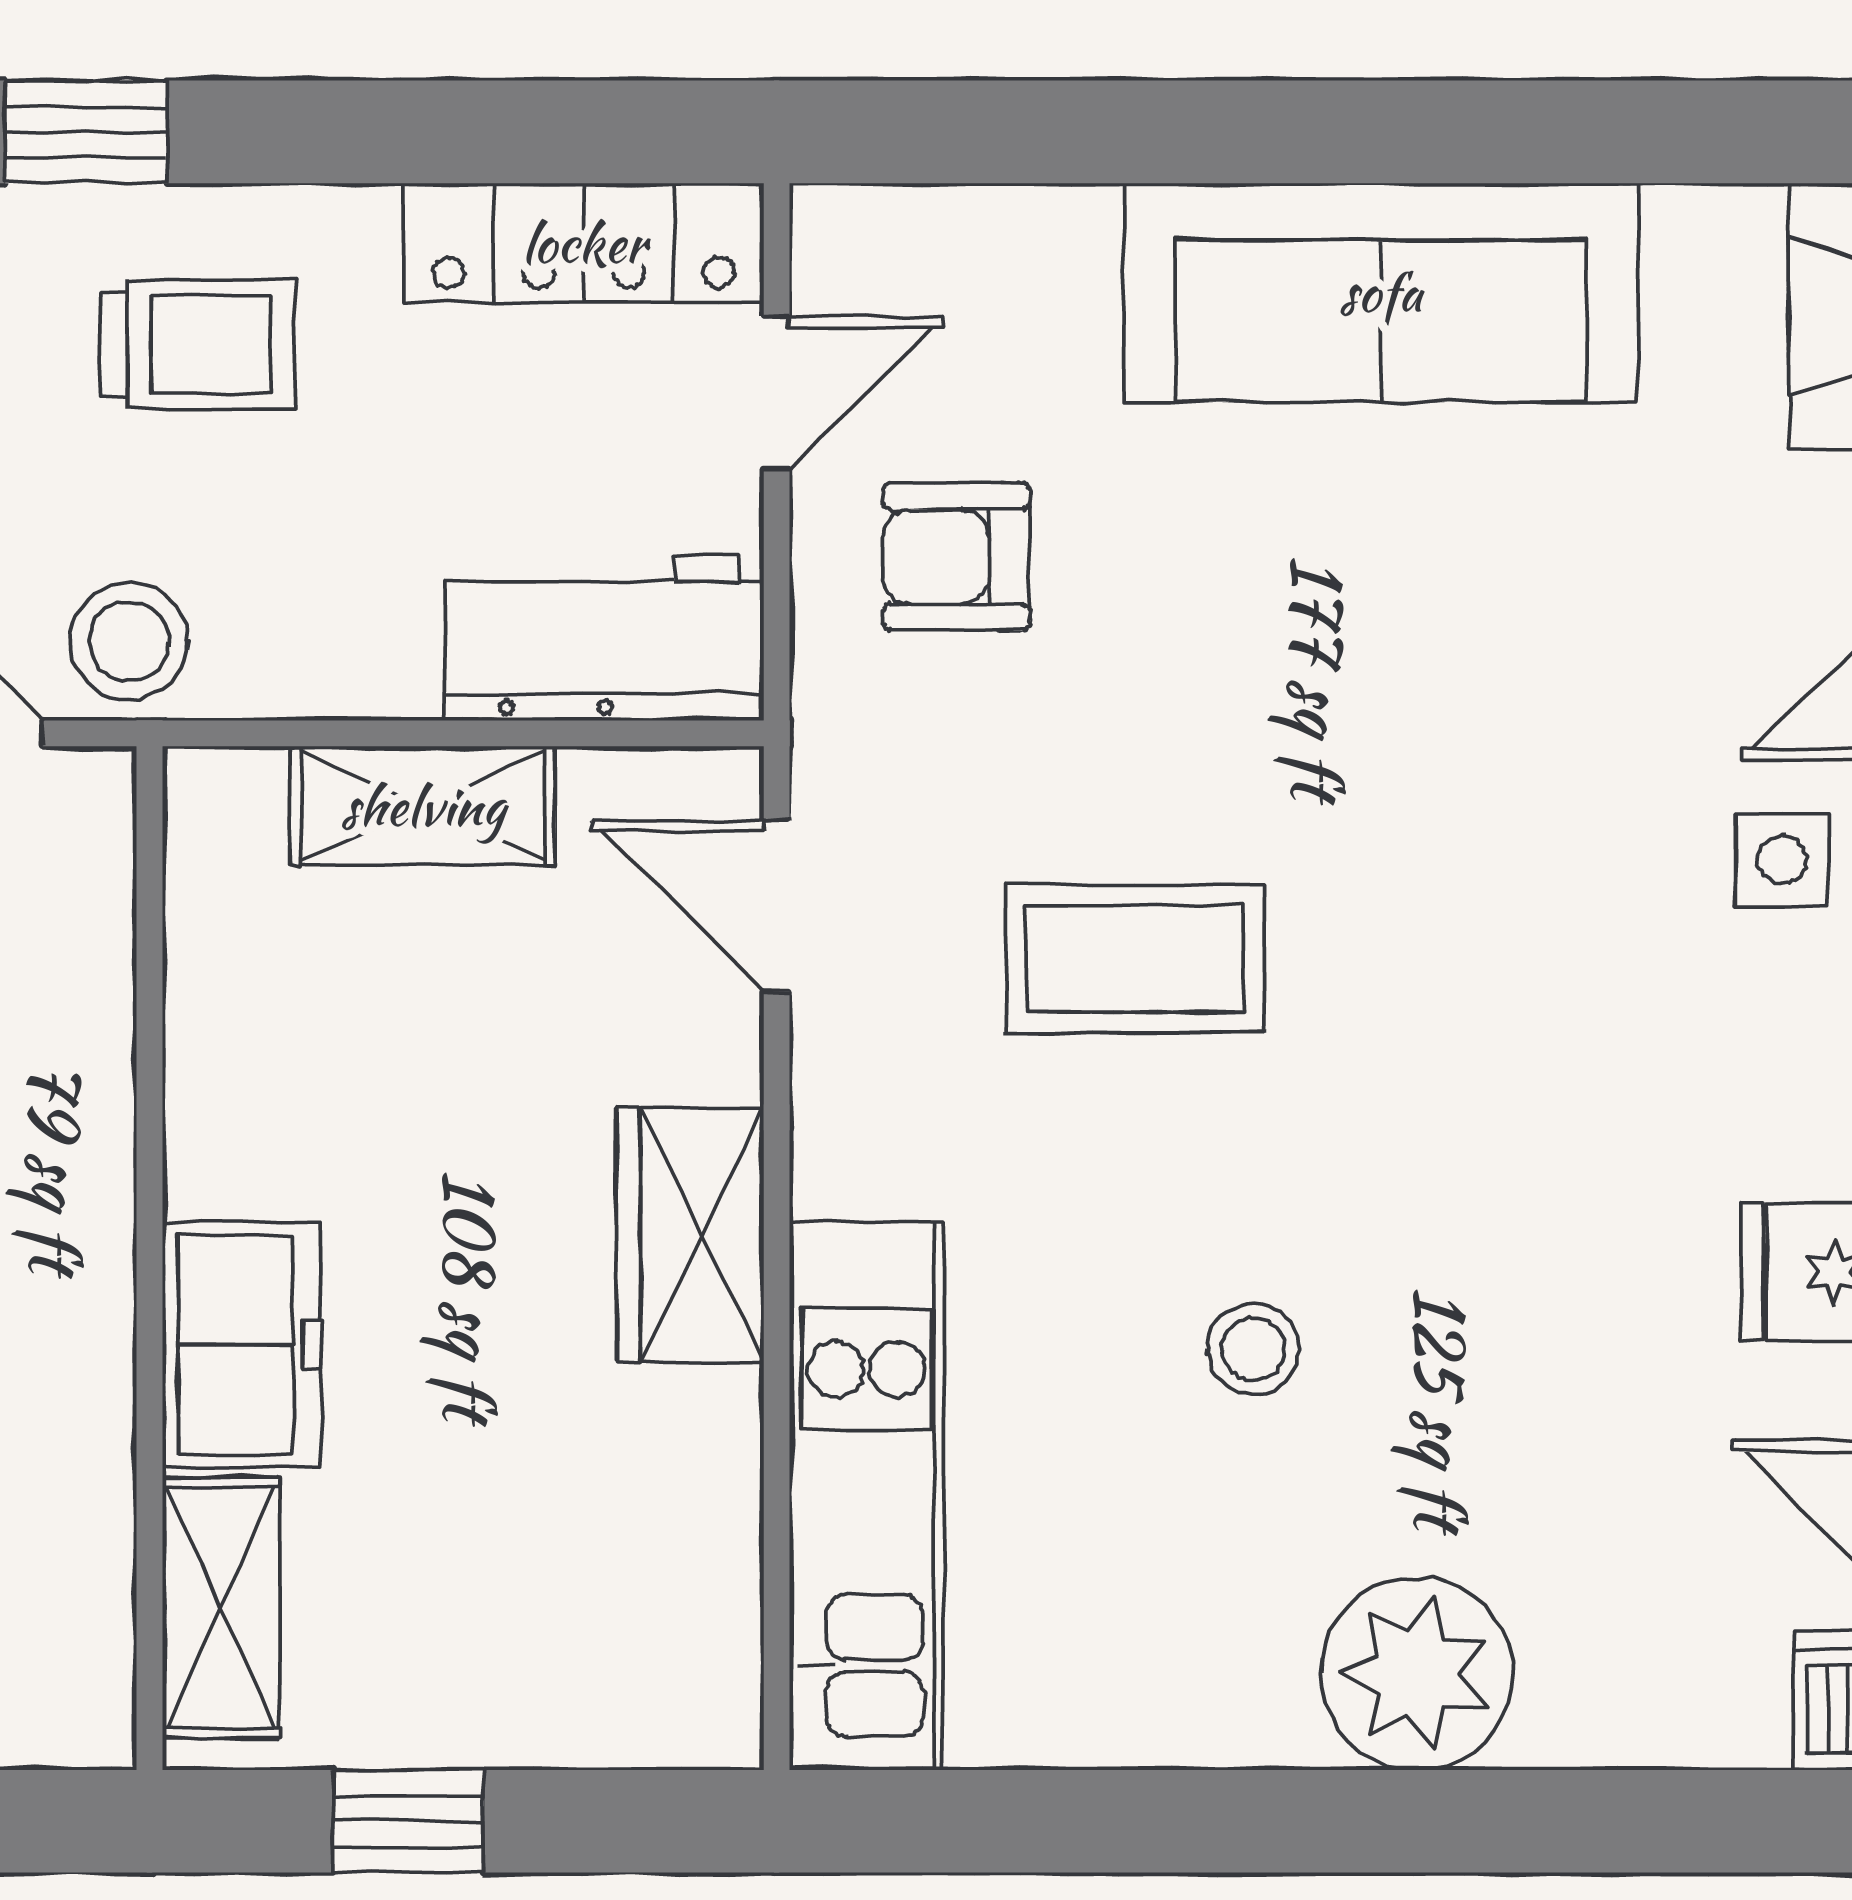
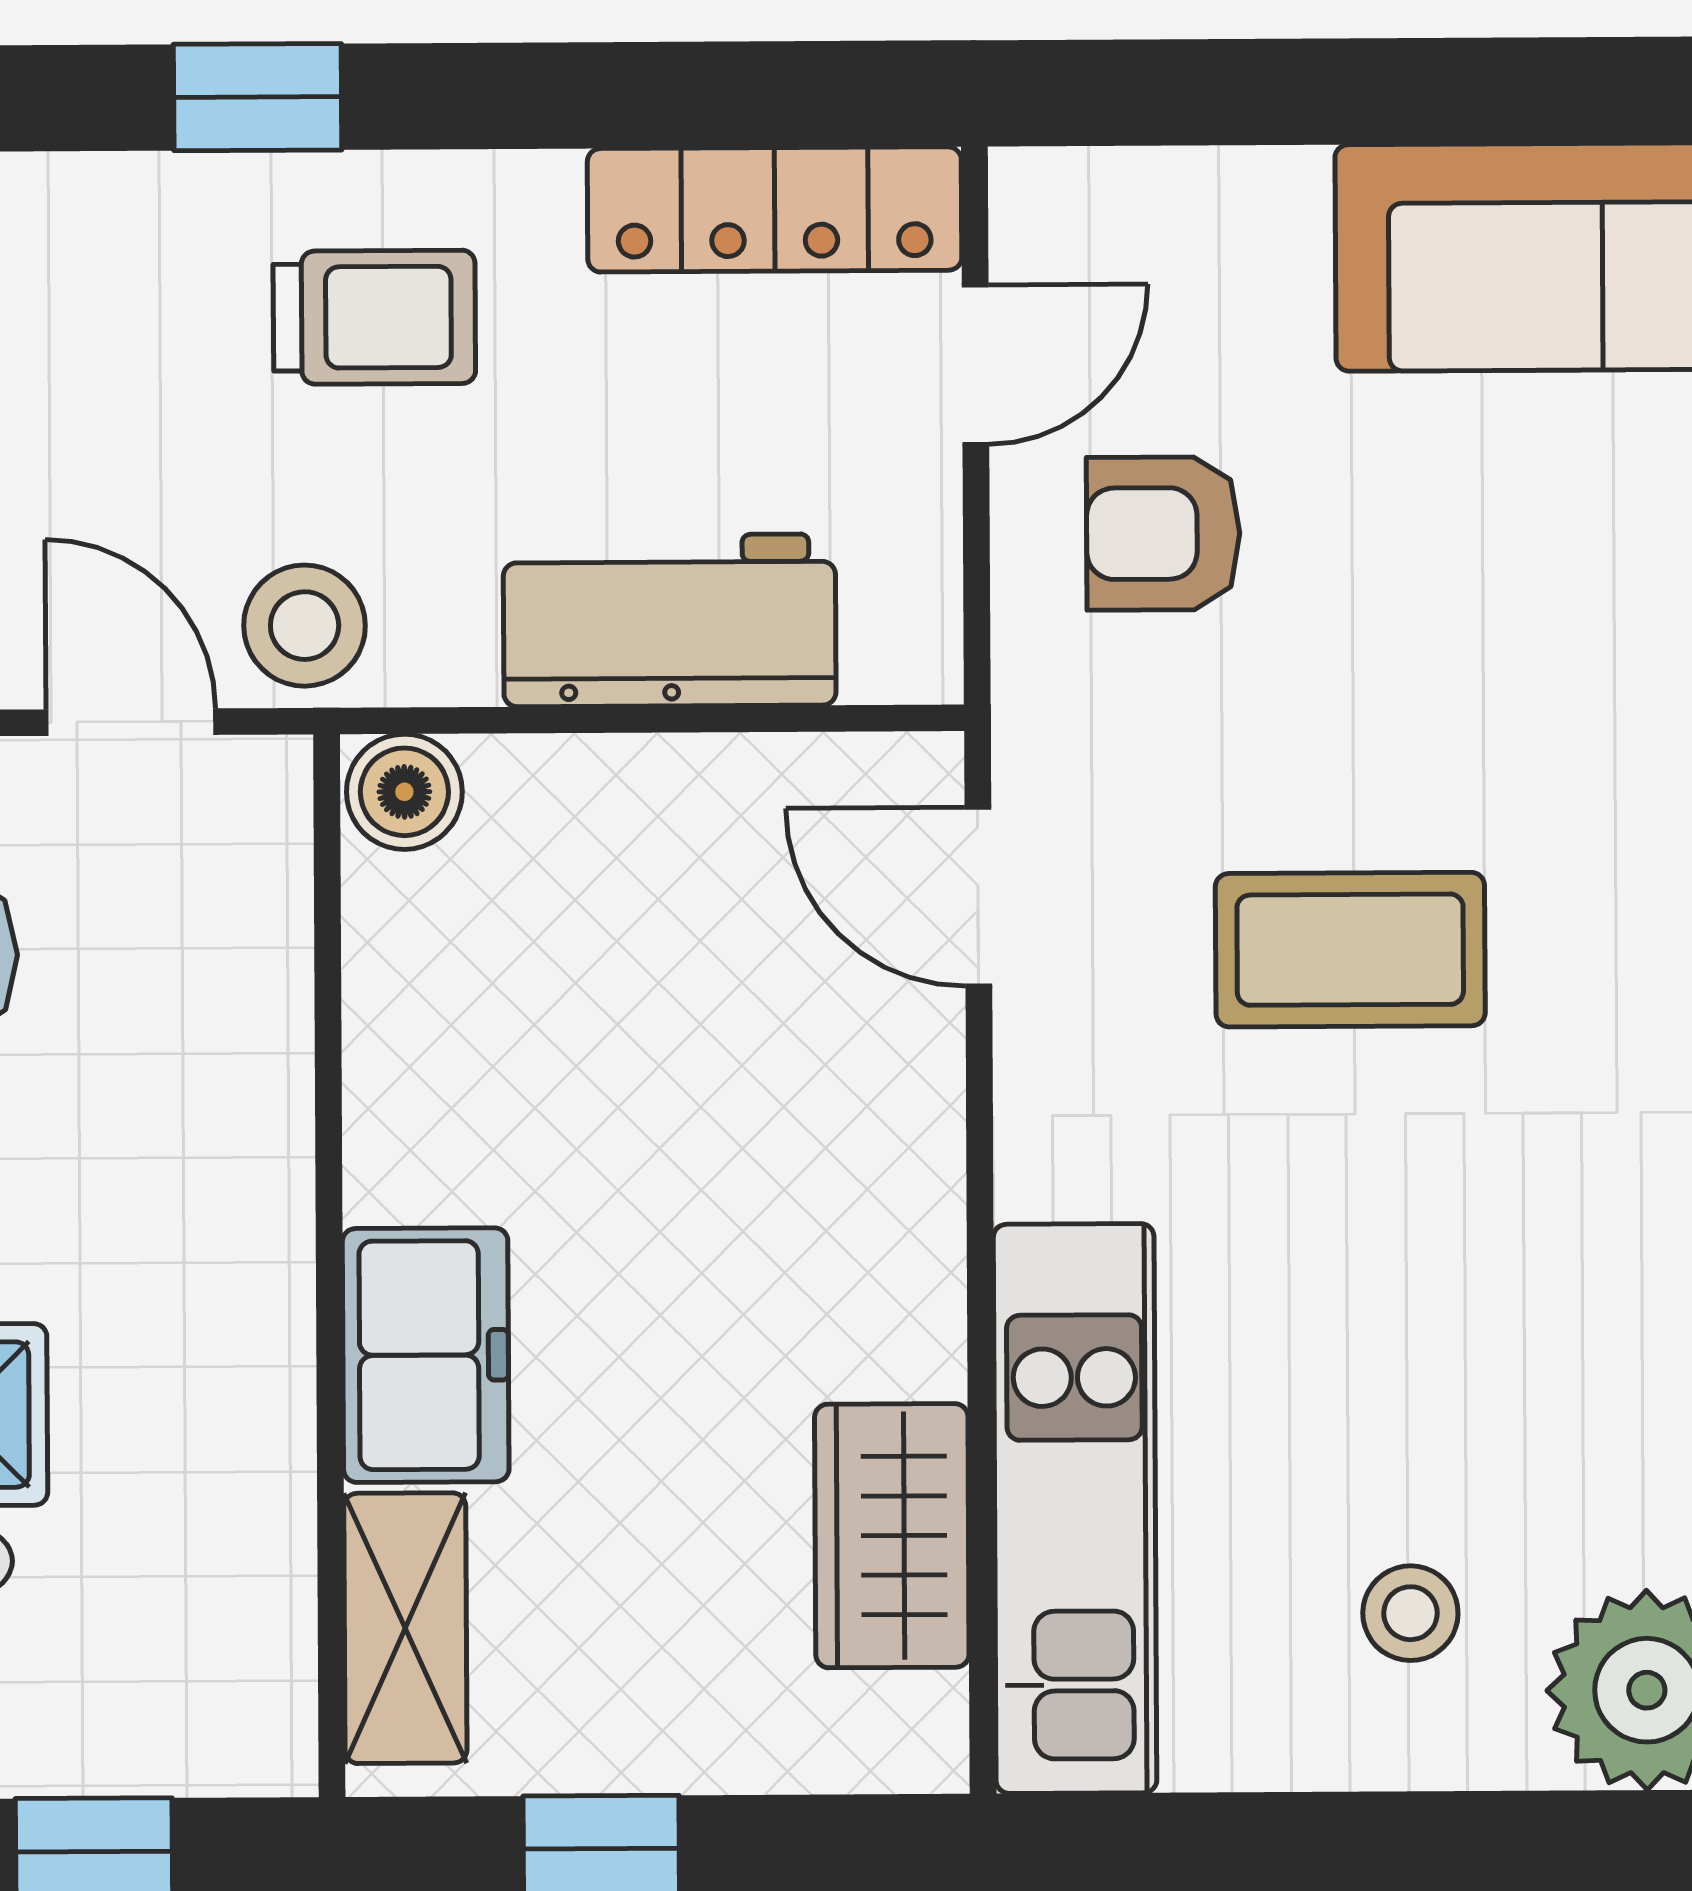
workbench: (604, 638) -> (670, 620), moved
boiler: (224, 802) -> (404, 792), added
shelving: (423, 806) -> (610, 795), removed
wardrobe: (690, 1235) -> (892, 1536), moved
stool: (1253, 1349) -> (1410, 1613), moved

